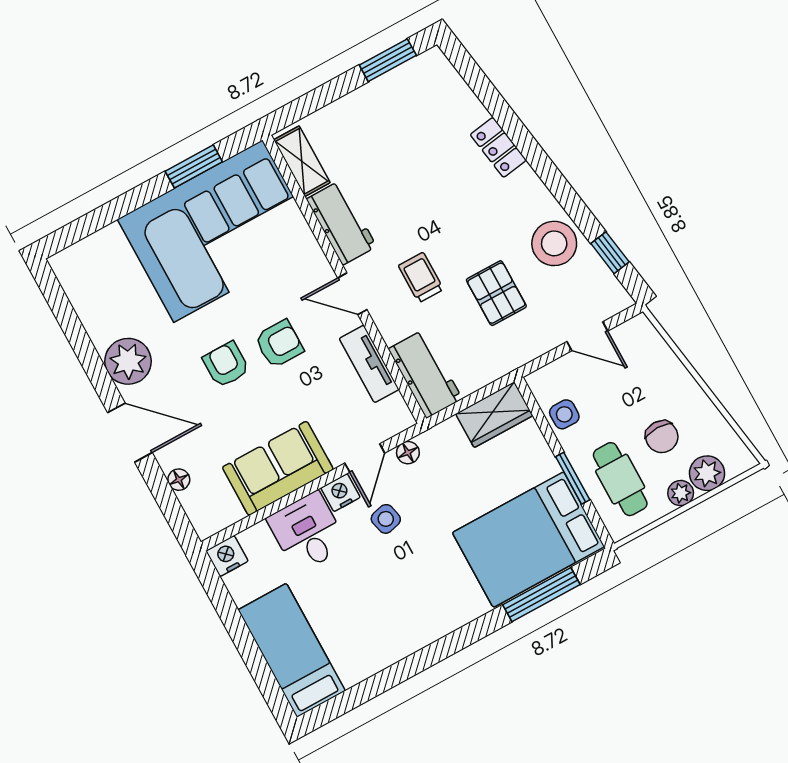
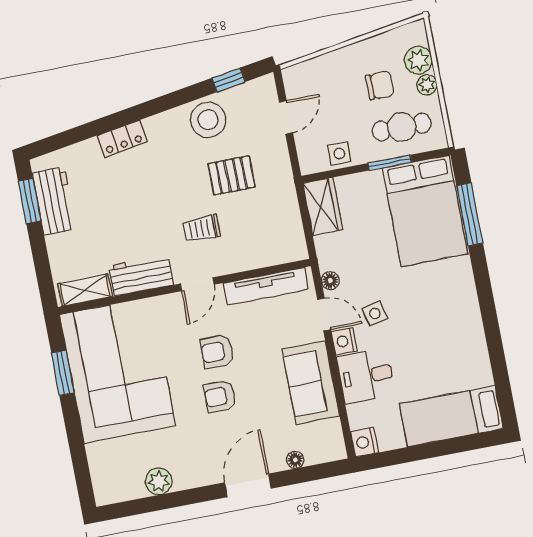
armchair: (279, 344) -> (217, 352), turned -90
plant: (128, 361) -> (159, 481), moved, width x0.73, depth x0.73
tv unit: (369, 364) -> (266, 286), width x1.41
workbench: (425, 374) -> (54, 201), moved, turned 90

